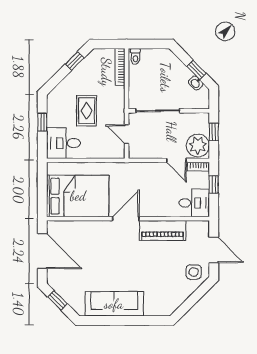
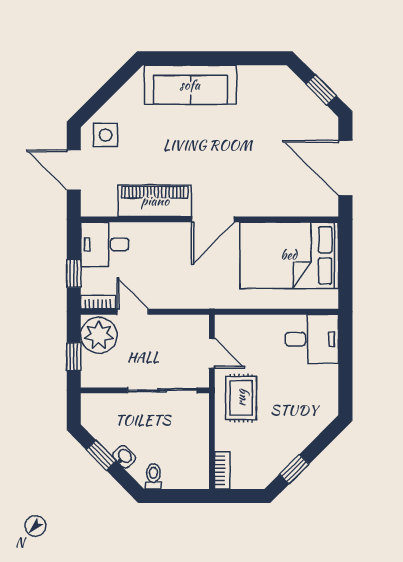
toilet: (135, 56) -> (153, 476), moved
bookcase: (120, 67) -> (222, 470), width x0.64
washbasin: (196, 83) -> (124, 457), moved
rug: (86, 111) -> (241, 398), moved
window: (42, 122) -> (345, 372), removed
sofa: (114, 304) -> (190, 85), moved

